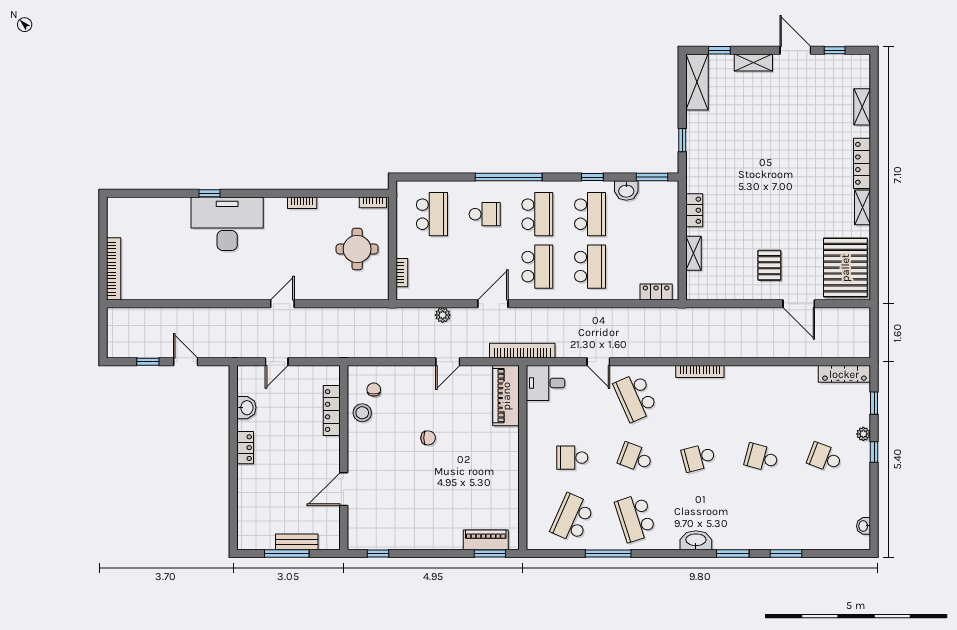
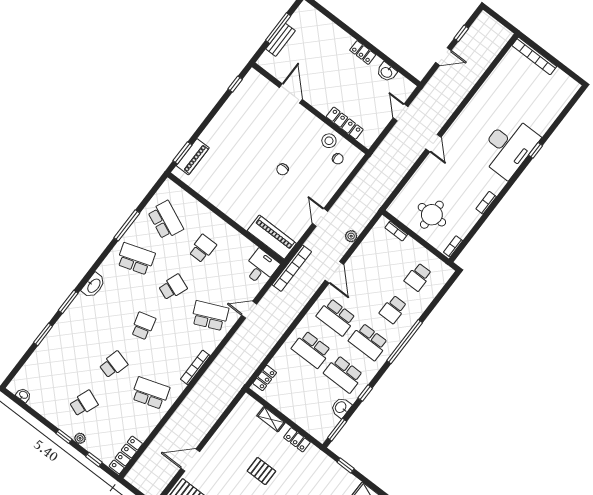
school desk: (432, 214) -> (418, 277), width x0.54
pallet: (769, 265) -> (261, 471), moved
school desk: (762, 397) -> (150, 393), added

